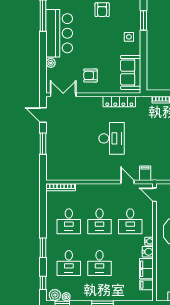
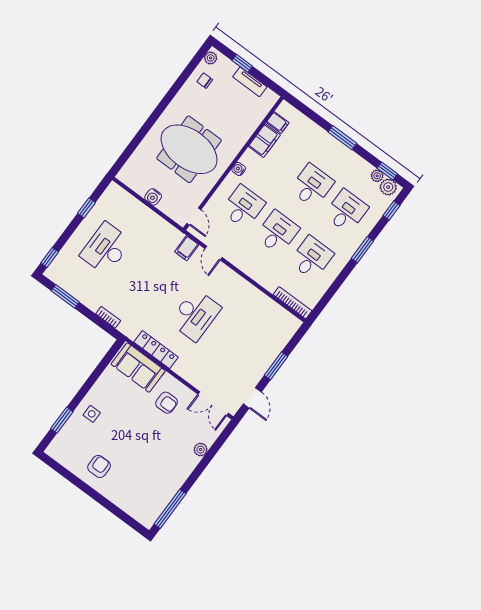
bar counter: (59, 33) -> (167, 476), removed
sofa: (131, 72) -> (138, 368), moved, turned 90
desk: (112, 138) -> (195, 315), turned 180
water cooler: (148, 252) -> (249, 158), removed

